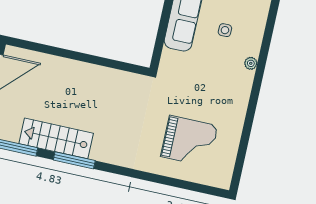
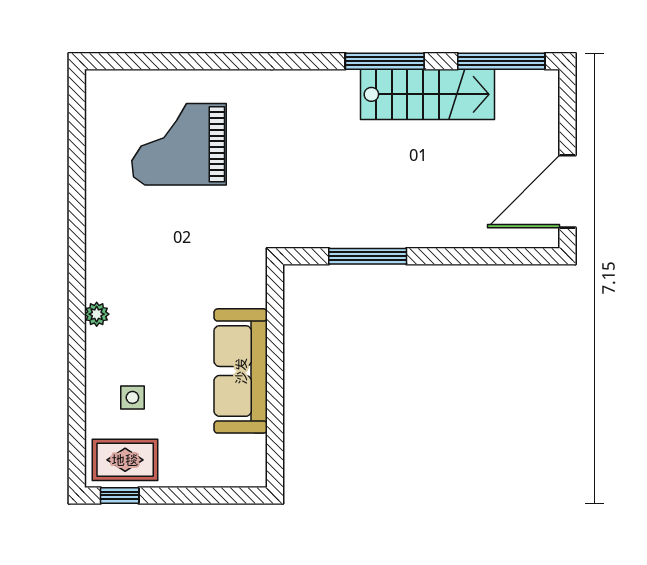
side table: (225, 30) -> (132, 397), moved
window: (105, 62) -> (368, 256), added

